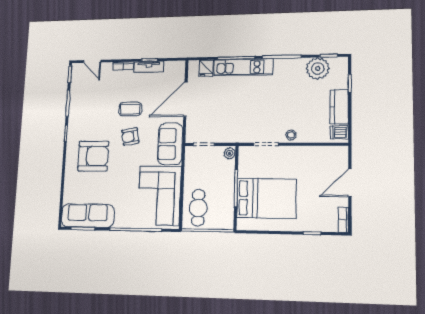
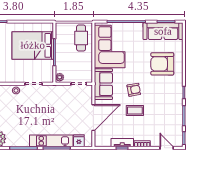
armchair: (93, 156) -> (162, 64), moved

